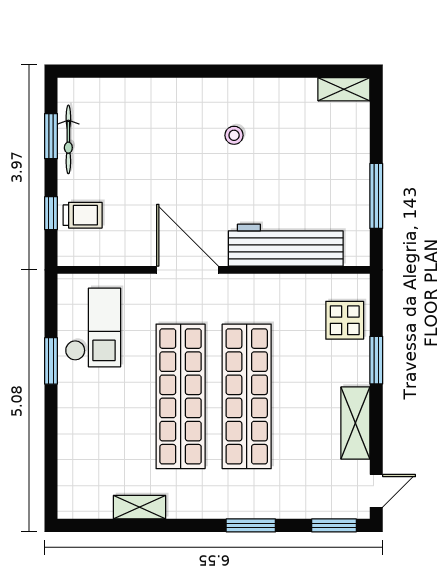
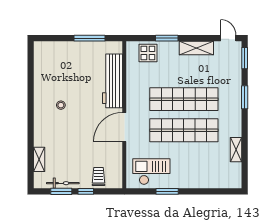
shelving: (344, 89) -> (39, 159), moved
window: (51, 213) -> (86, 191), moved

